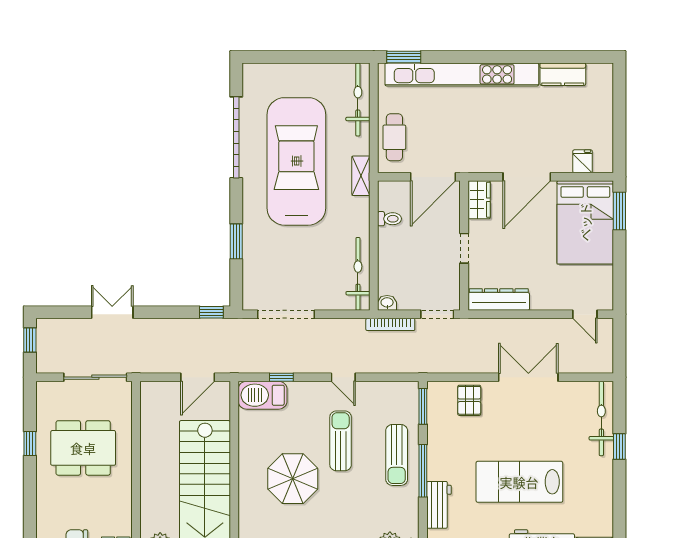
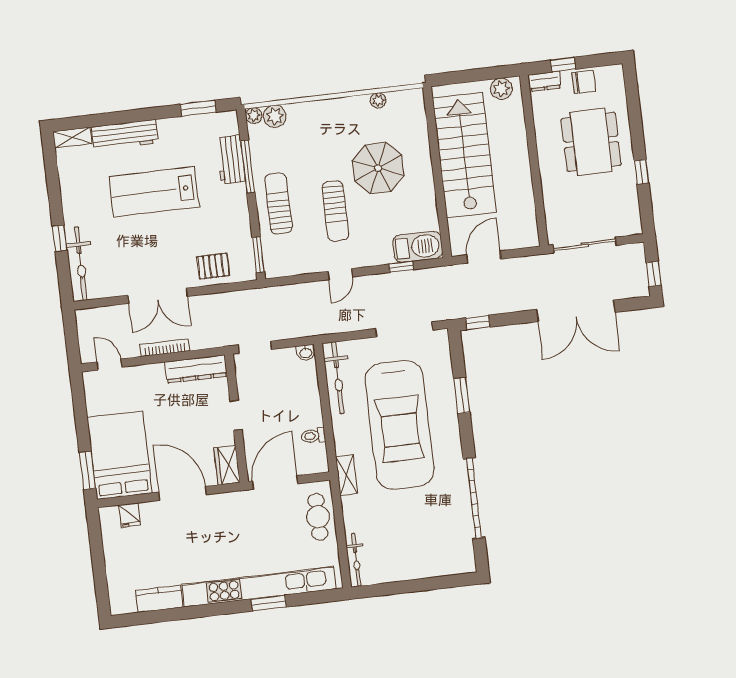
window: (404, 57) -> (269, 603), moved
bicycle: (358, 100) -> (356, 560), width x0.73, depth x0.71
car: (296, 161) -> (400, 425), moved
door: (527, 177) -> (183, 493), hinge flipped
double door: (112, 312) -> (576, 311), width x1.87
bookcase: (390, 324) -> (165, 348), moved
door: (343, 377) -> (340, 274), swing flipped
pallet: (469, 400) -> (213, 266), turned 90
dining table: (83, 448) -> (591, 142), moved, turned 90
window: (423, 471) -> (248, 166), moved
lab bench: (519, 482) -> (154, 192), turned 180

